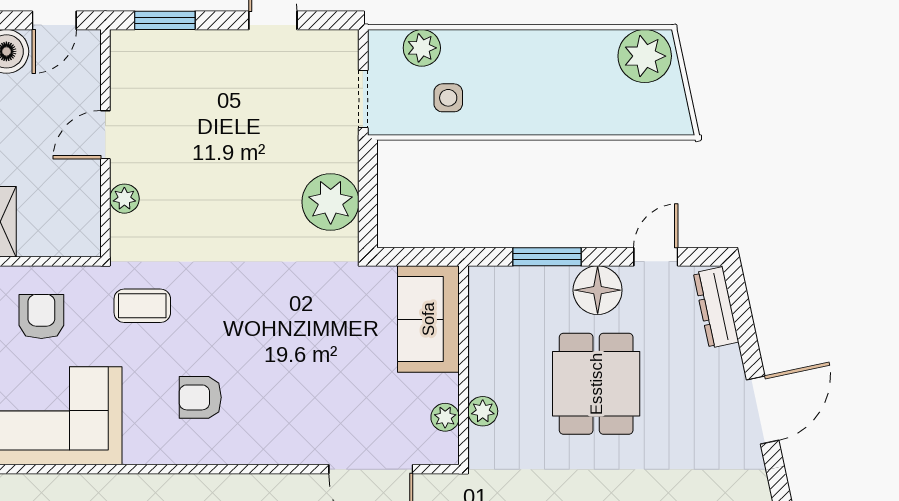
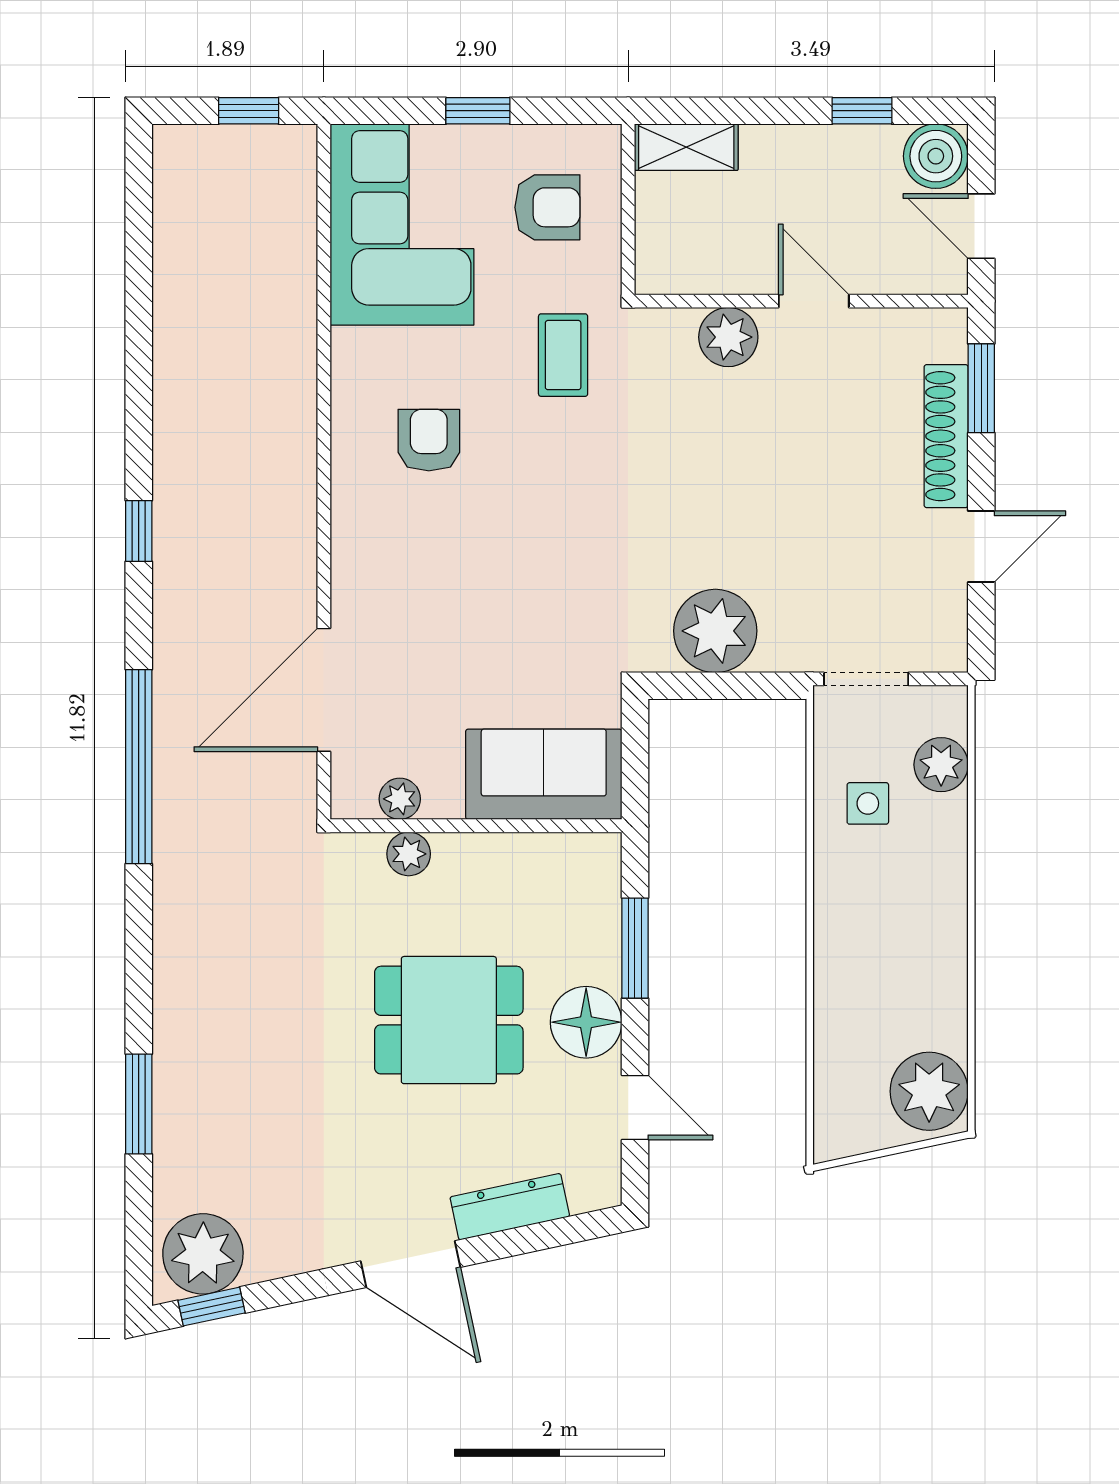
shoe rack: (198, 44) -> (946, 436), added
plant: (124, 199) -> (728, 337), width x1.38, depth x1.38
dresser: (716, 307) -> (510, 1207), moved

